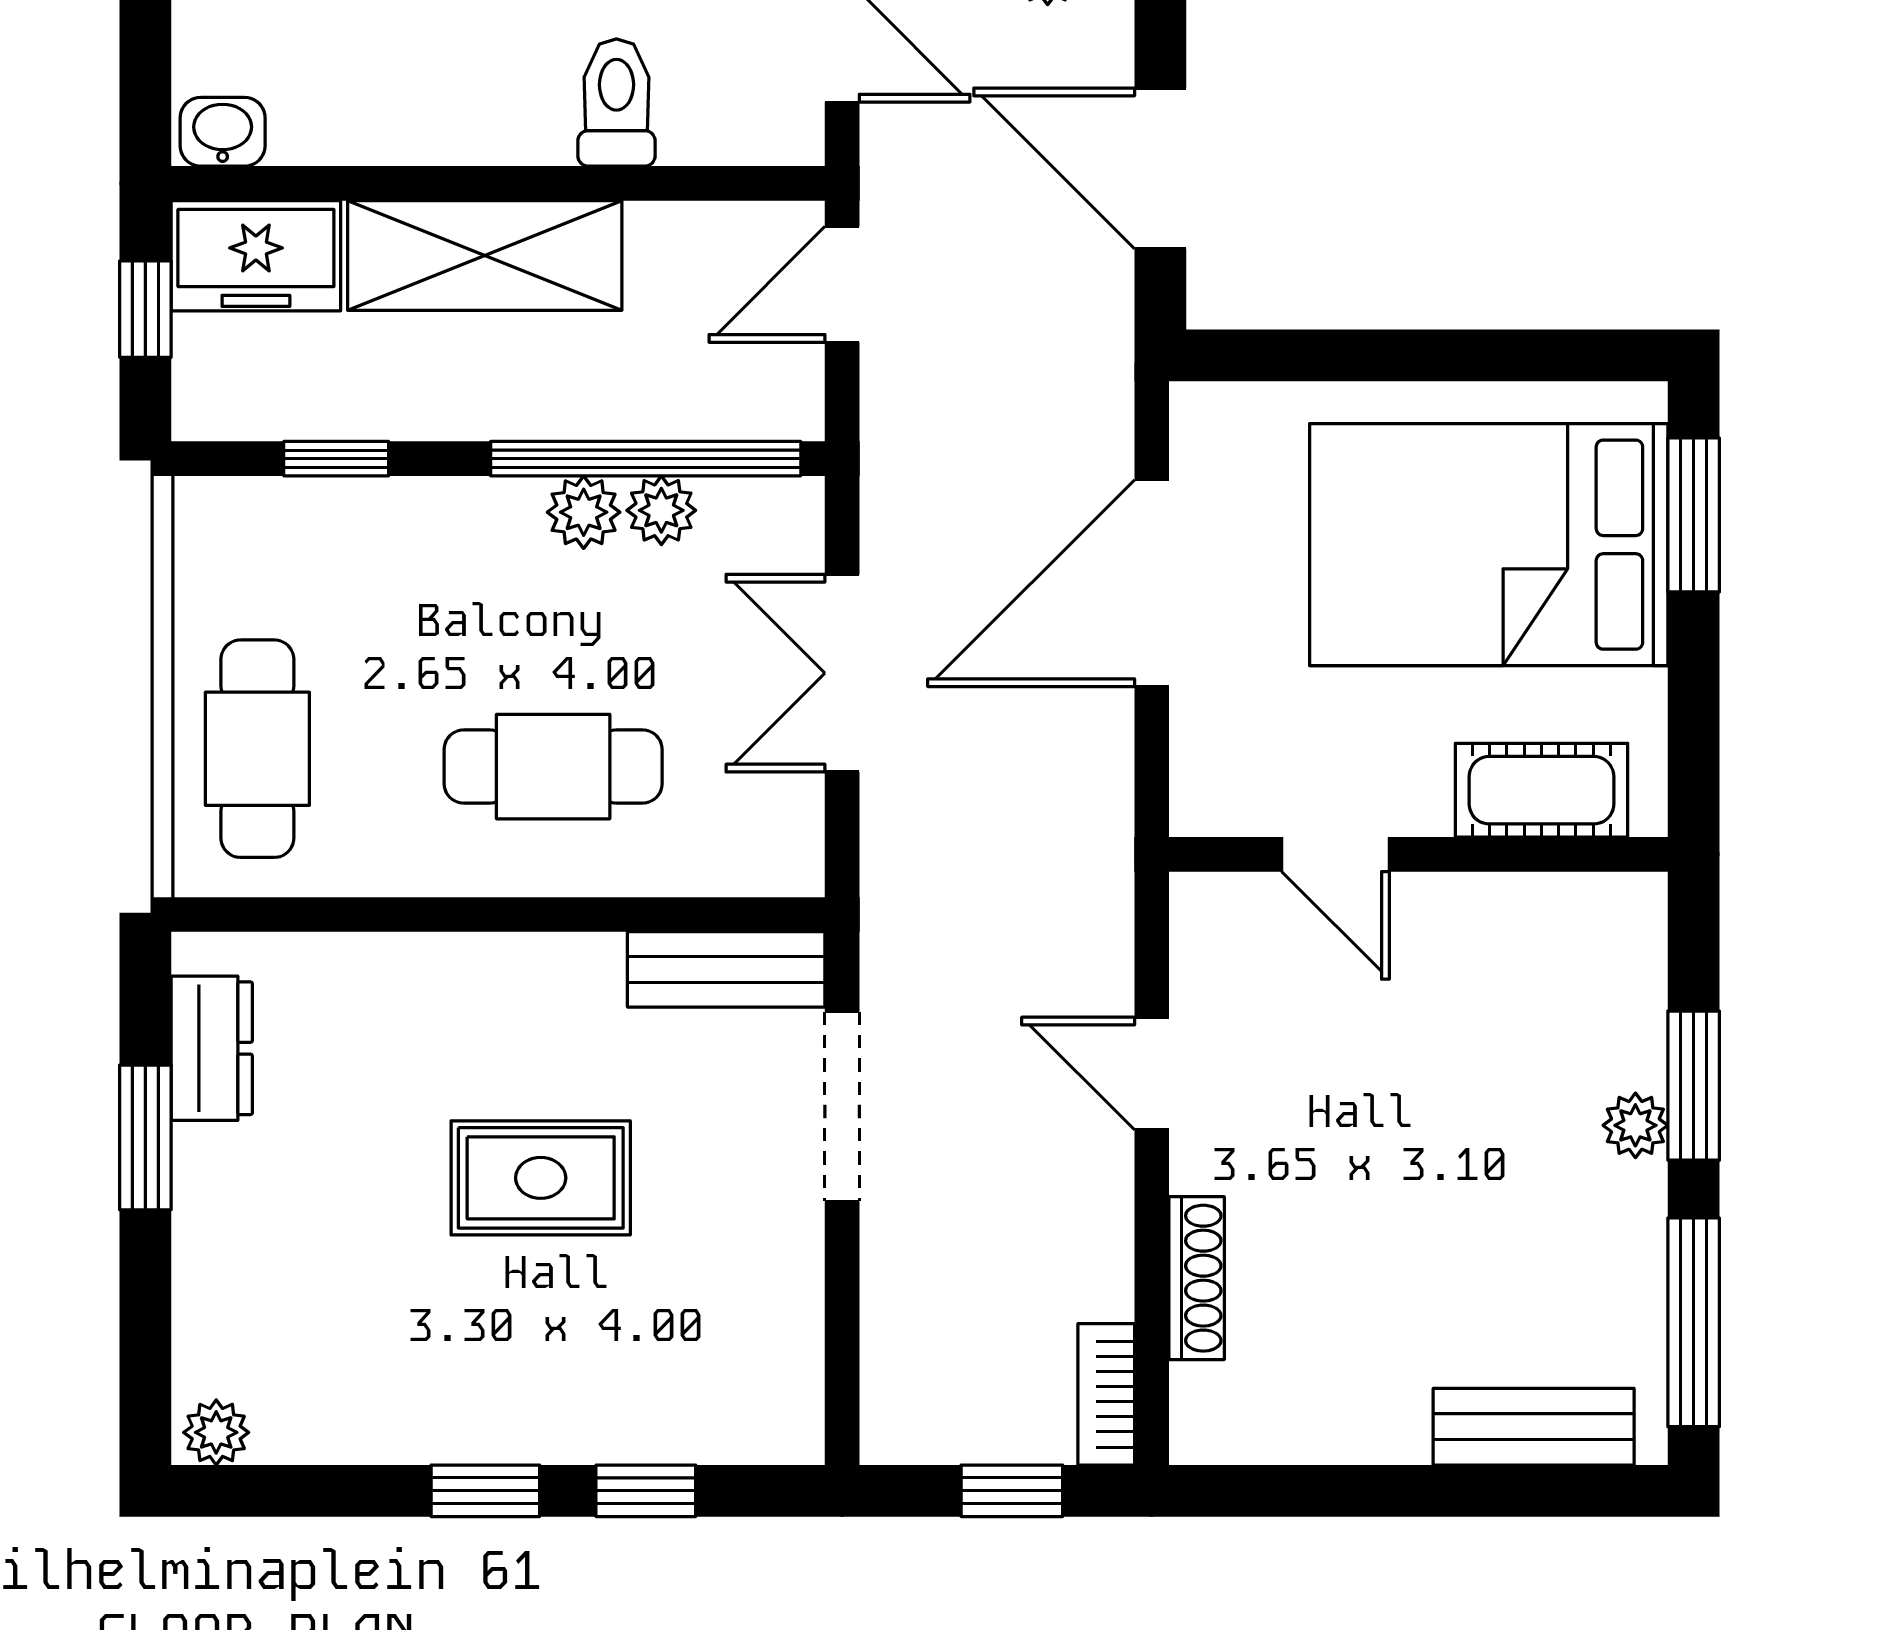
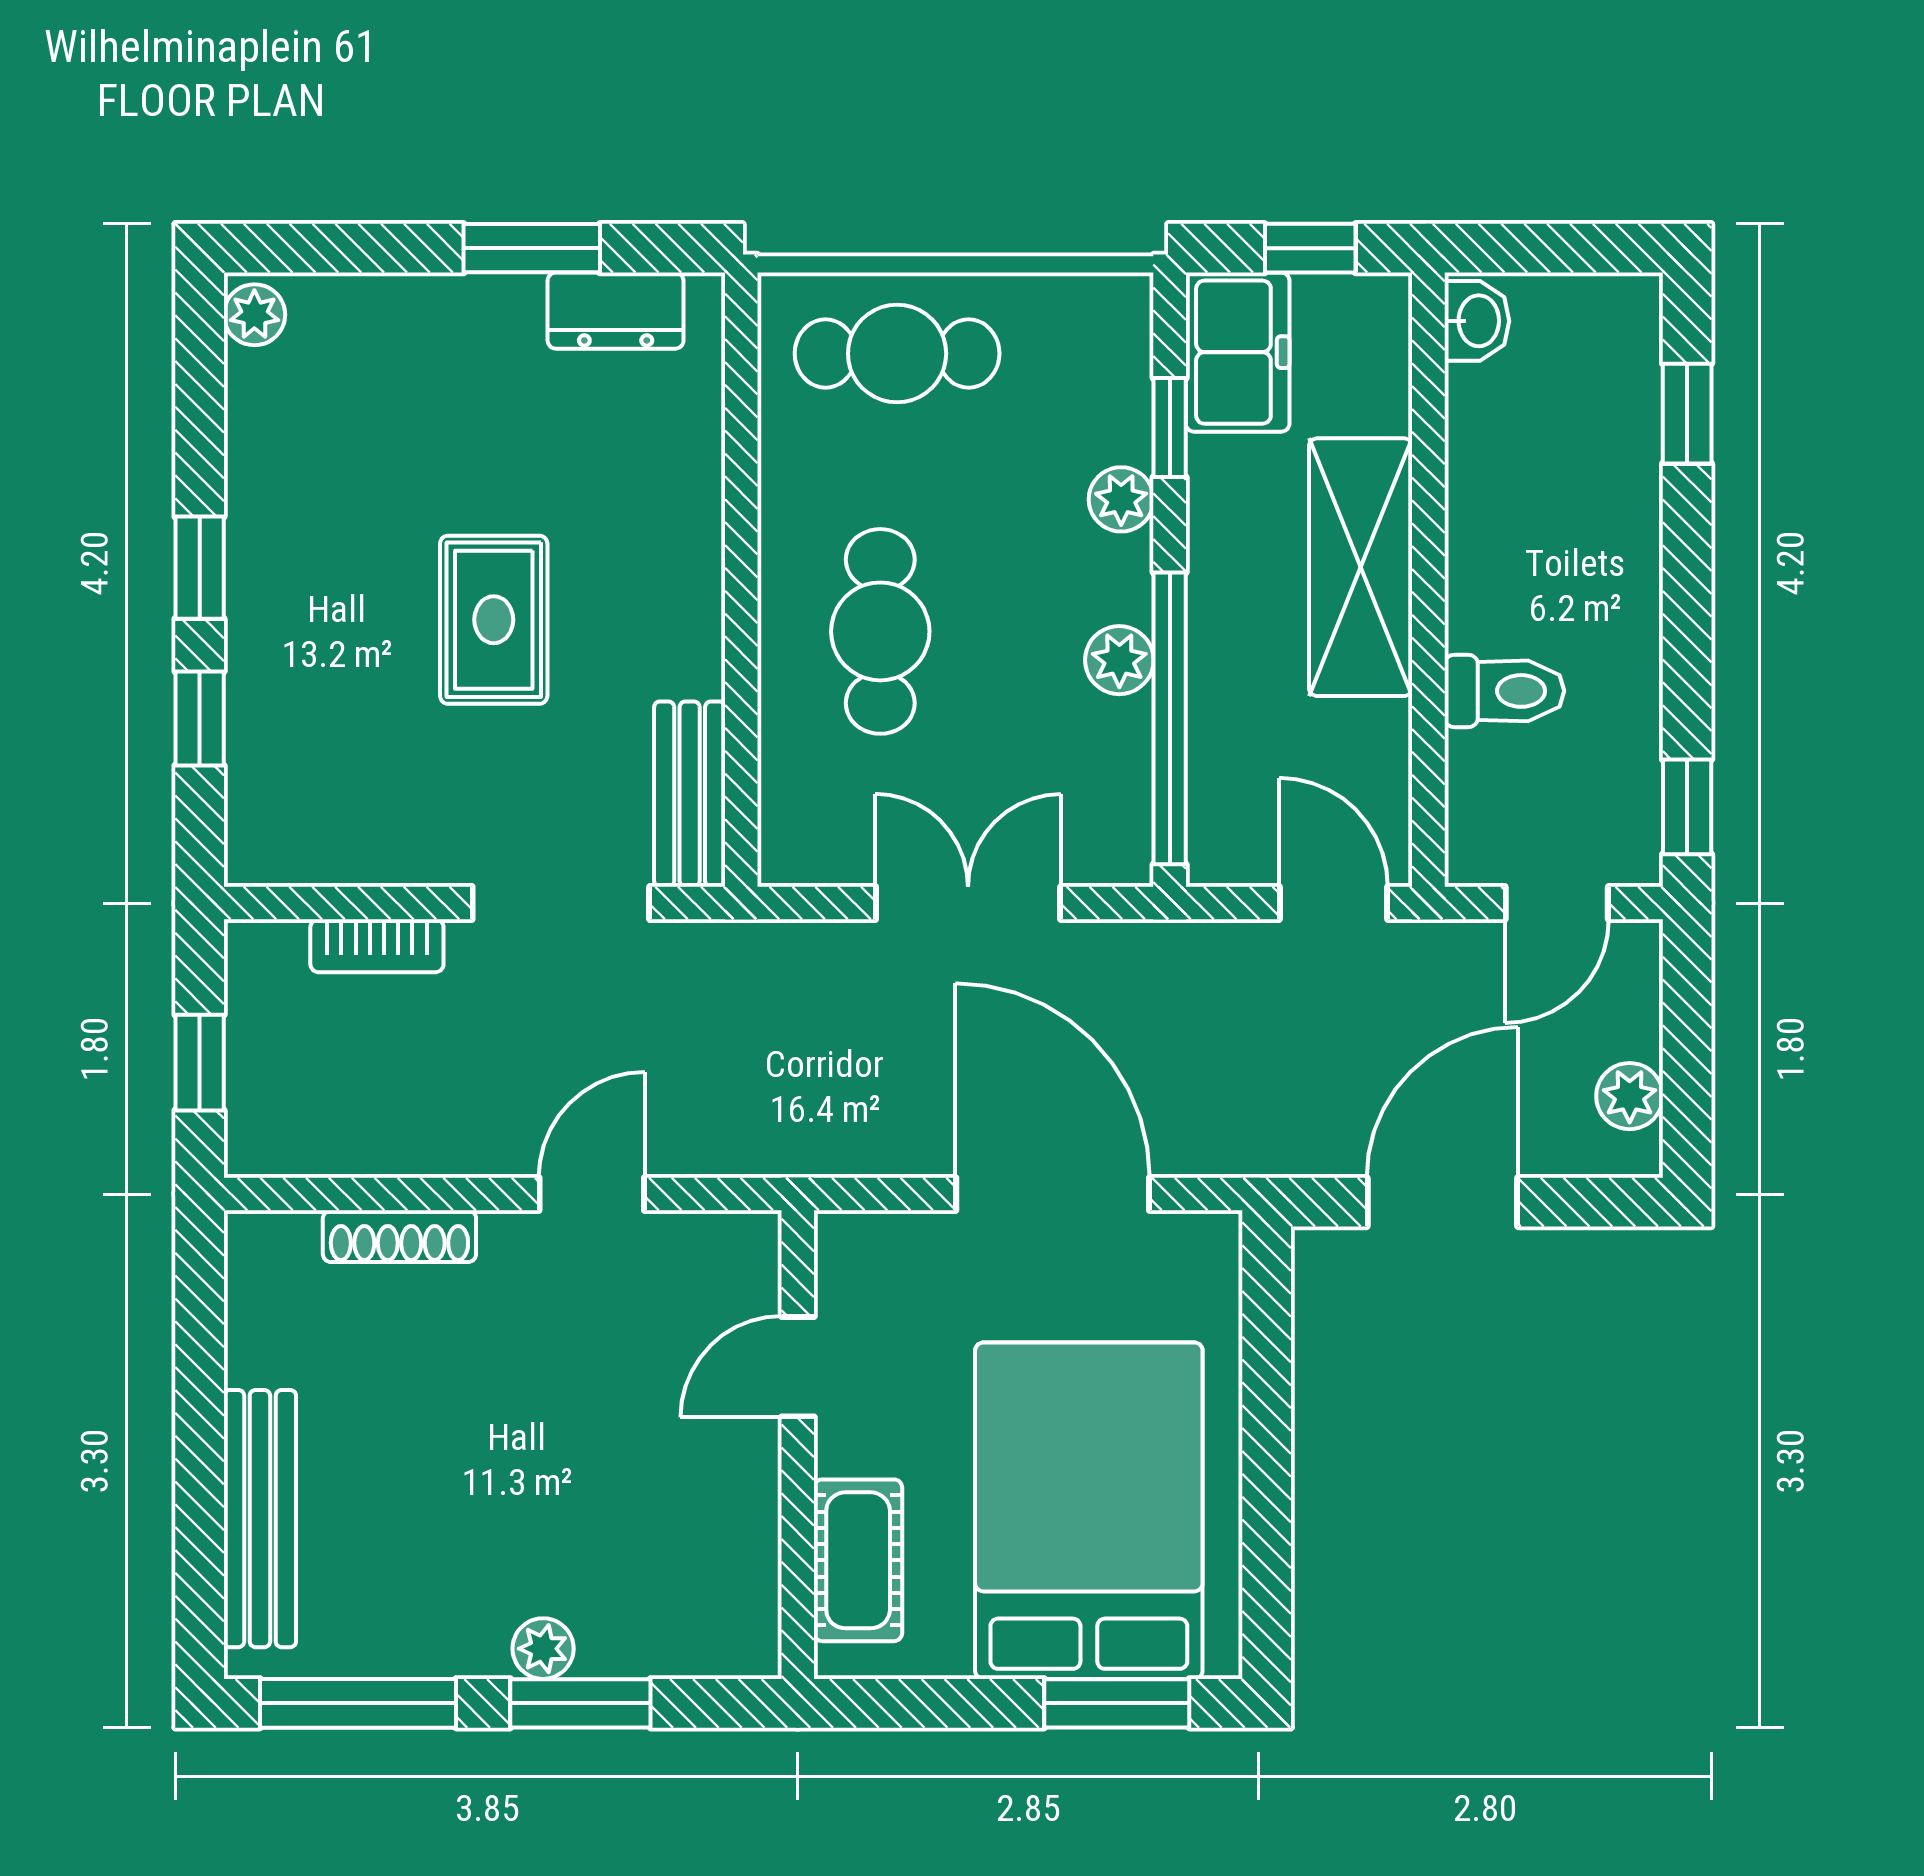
freezer: (256, 256) -> (1238, 352), moved, turned 180
plant: (661, 510) -> (1121, 499), moved
bookcase: (1106, 1394) -> (377, 946), moved, turned 180
bench: (1534, 1427) -> (260, 1519), width x1.36

